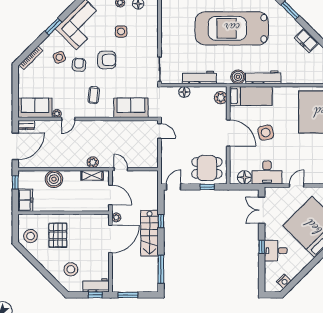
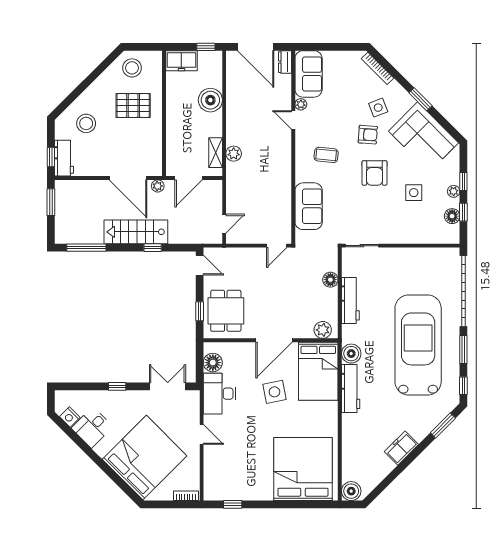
bed: (251, 96) -> (318, 371), width x1.50
door: (121, 169) -> (224, 224), moved
desk: (276, 251) -> (92, 427), moved, turned -135

